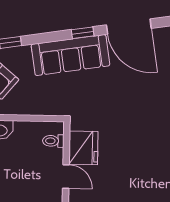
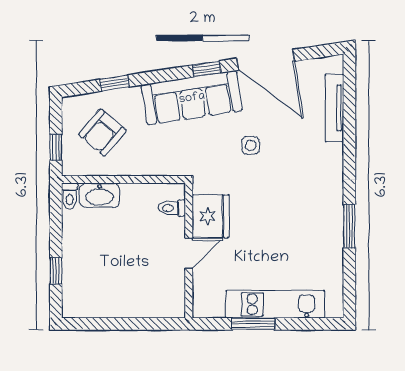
side table: (116, 93) -> (251, 145), added
door: (66, 177) -> (189, 253), hinge flipped

